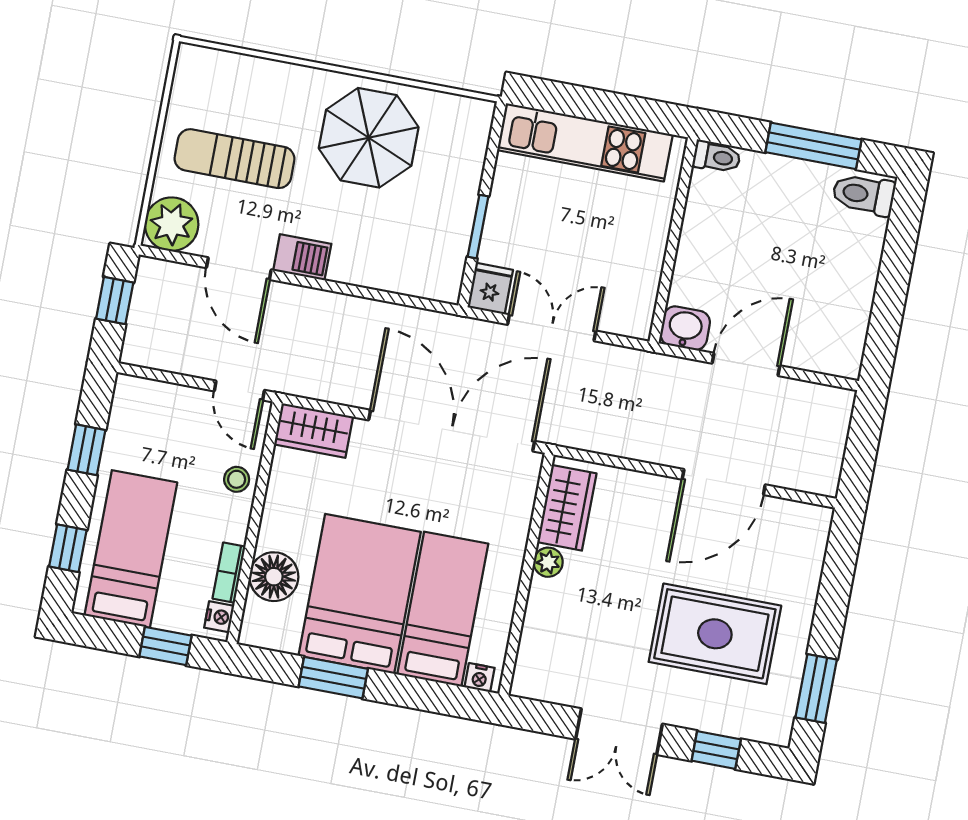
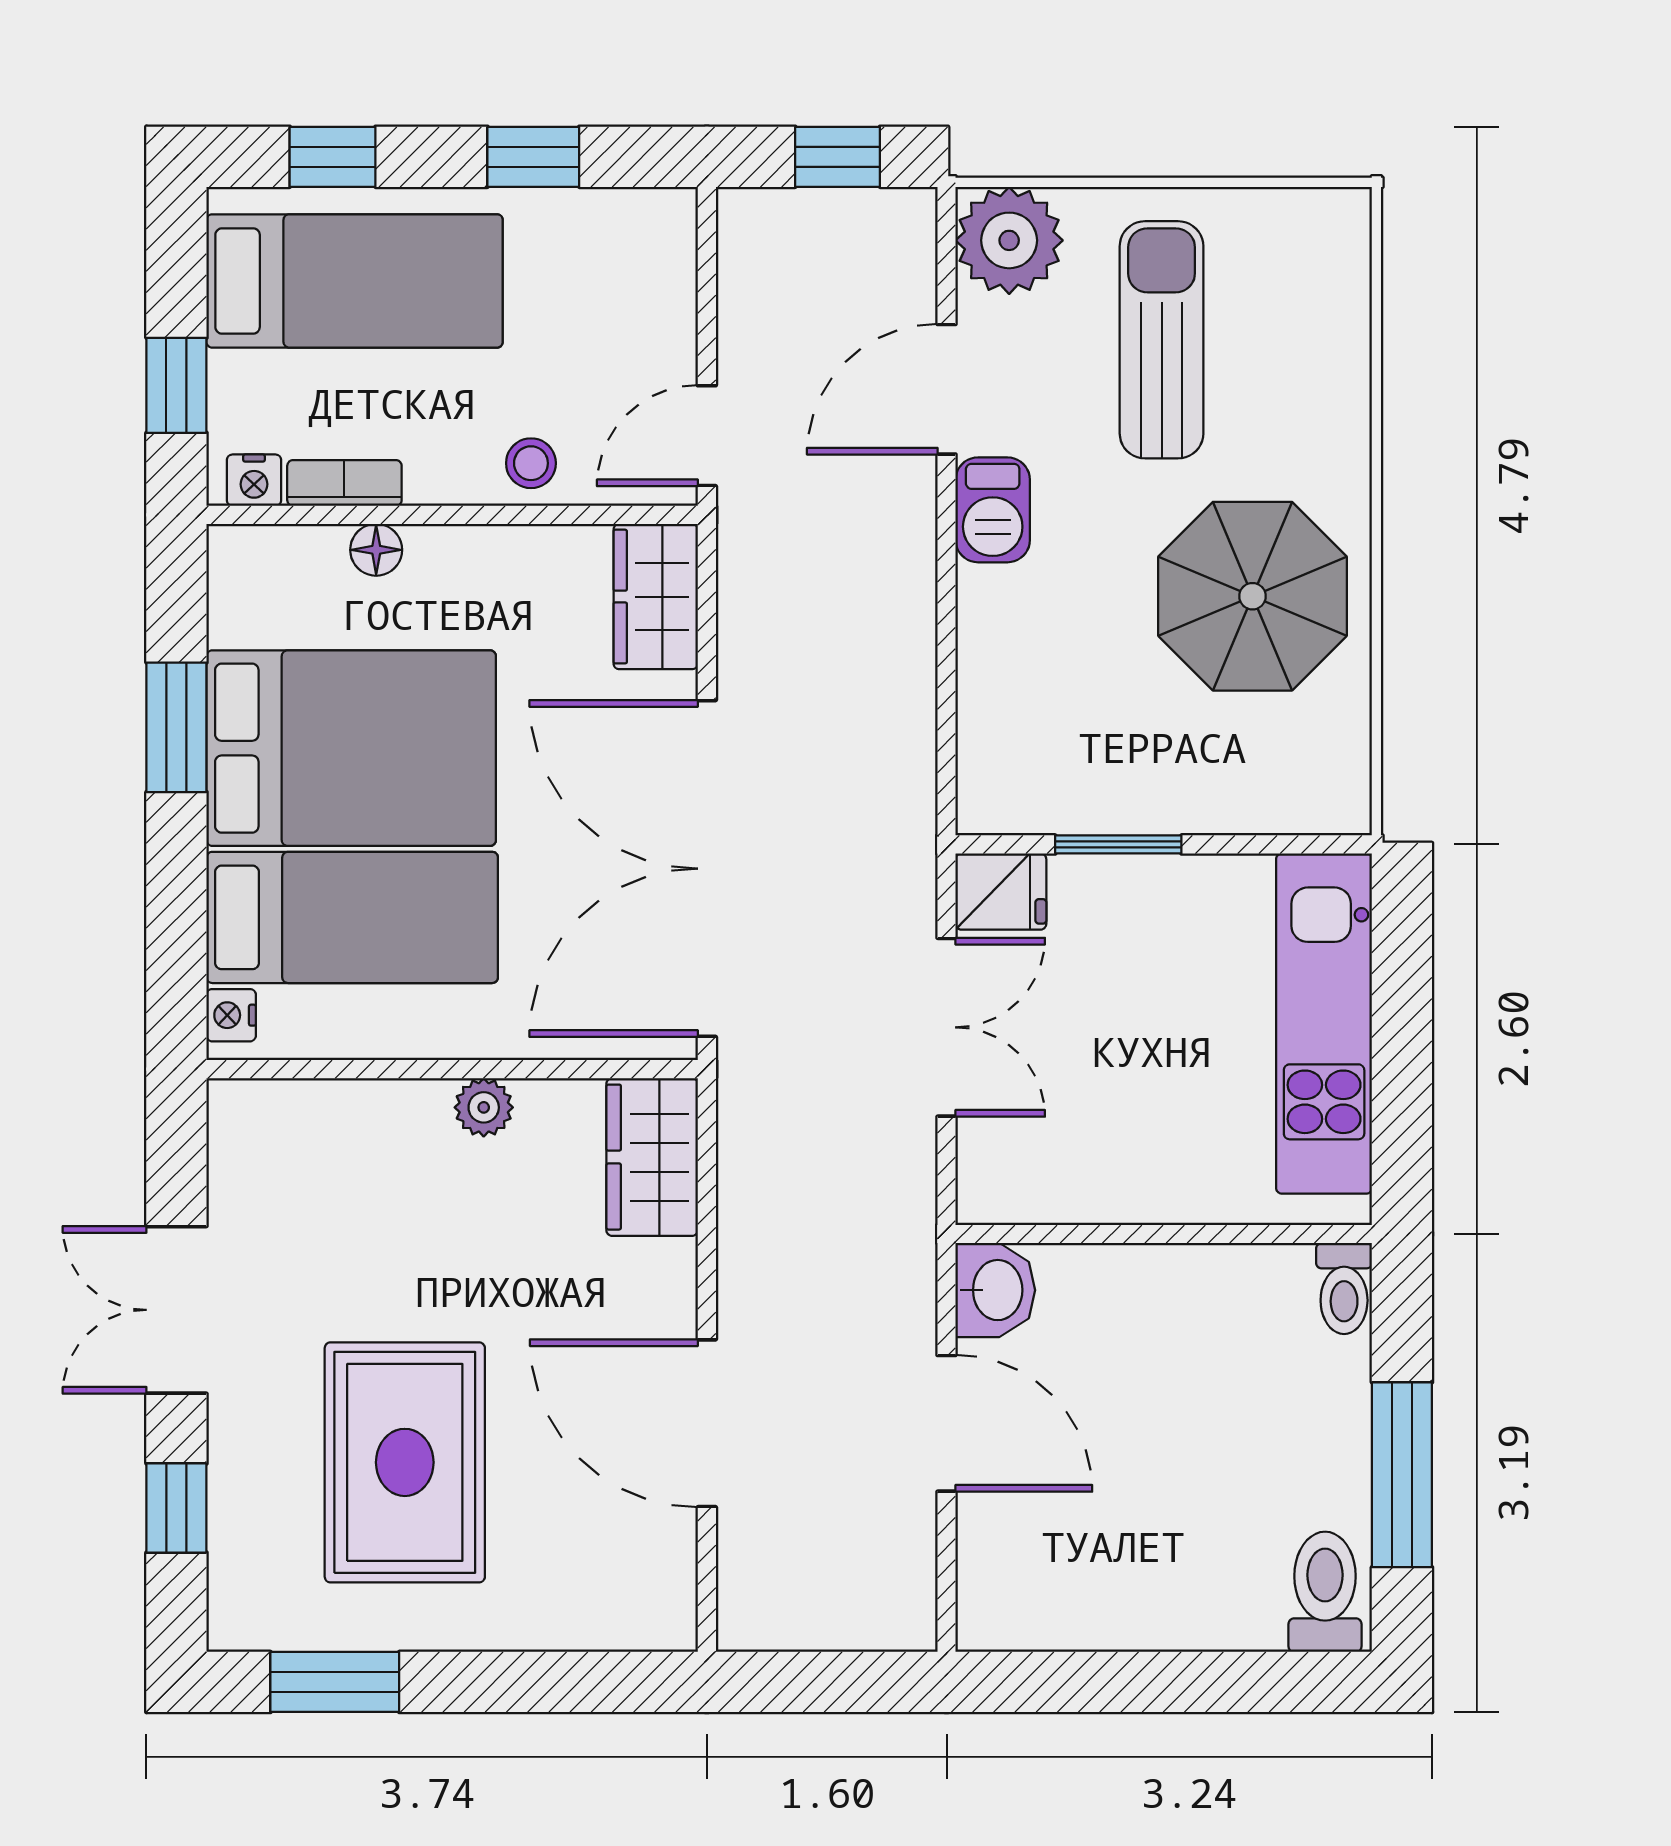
double door: (452, 431) -> (707, 869), swing flipped
wardrobe: (567, 508) -> (652, 1157), moved, turned 90
floor lamp: (274, 577) -> (376, 550), width x0.53, depth x0.53

